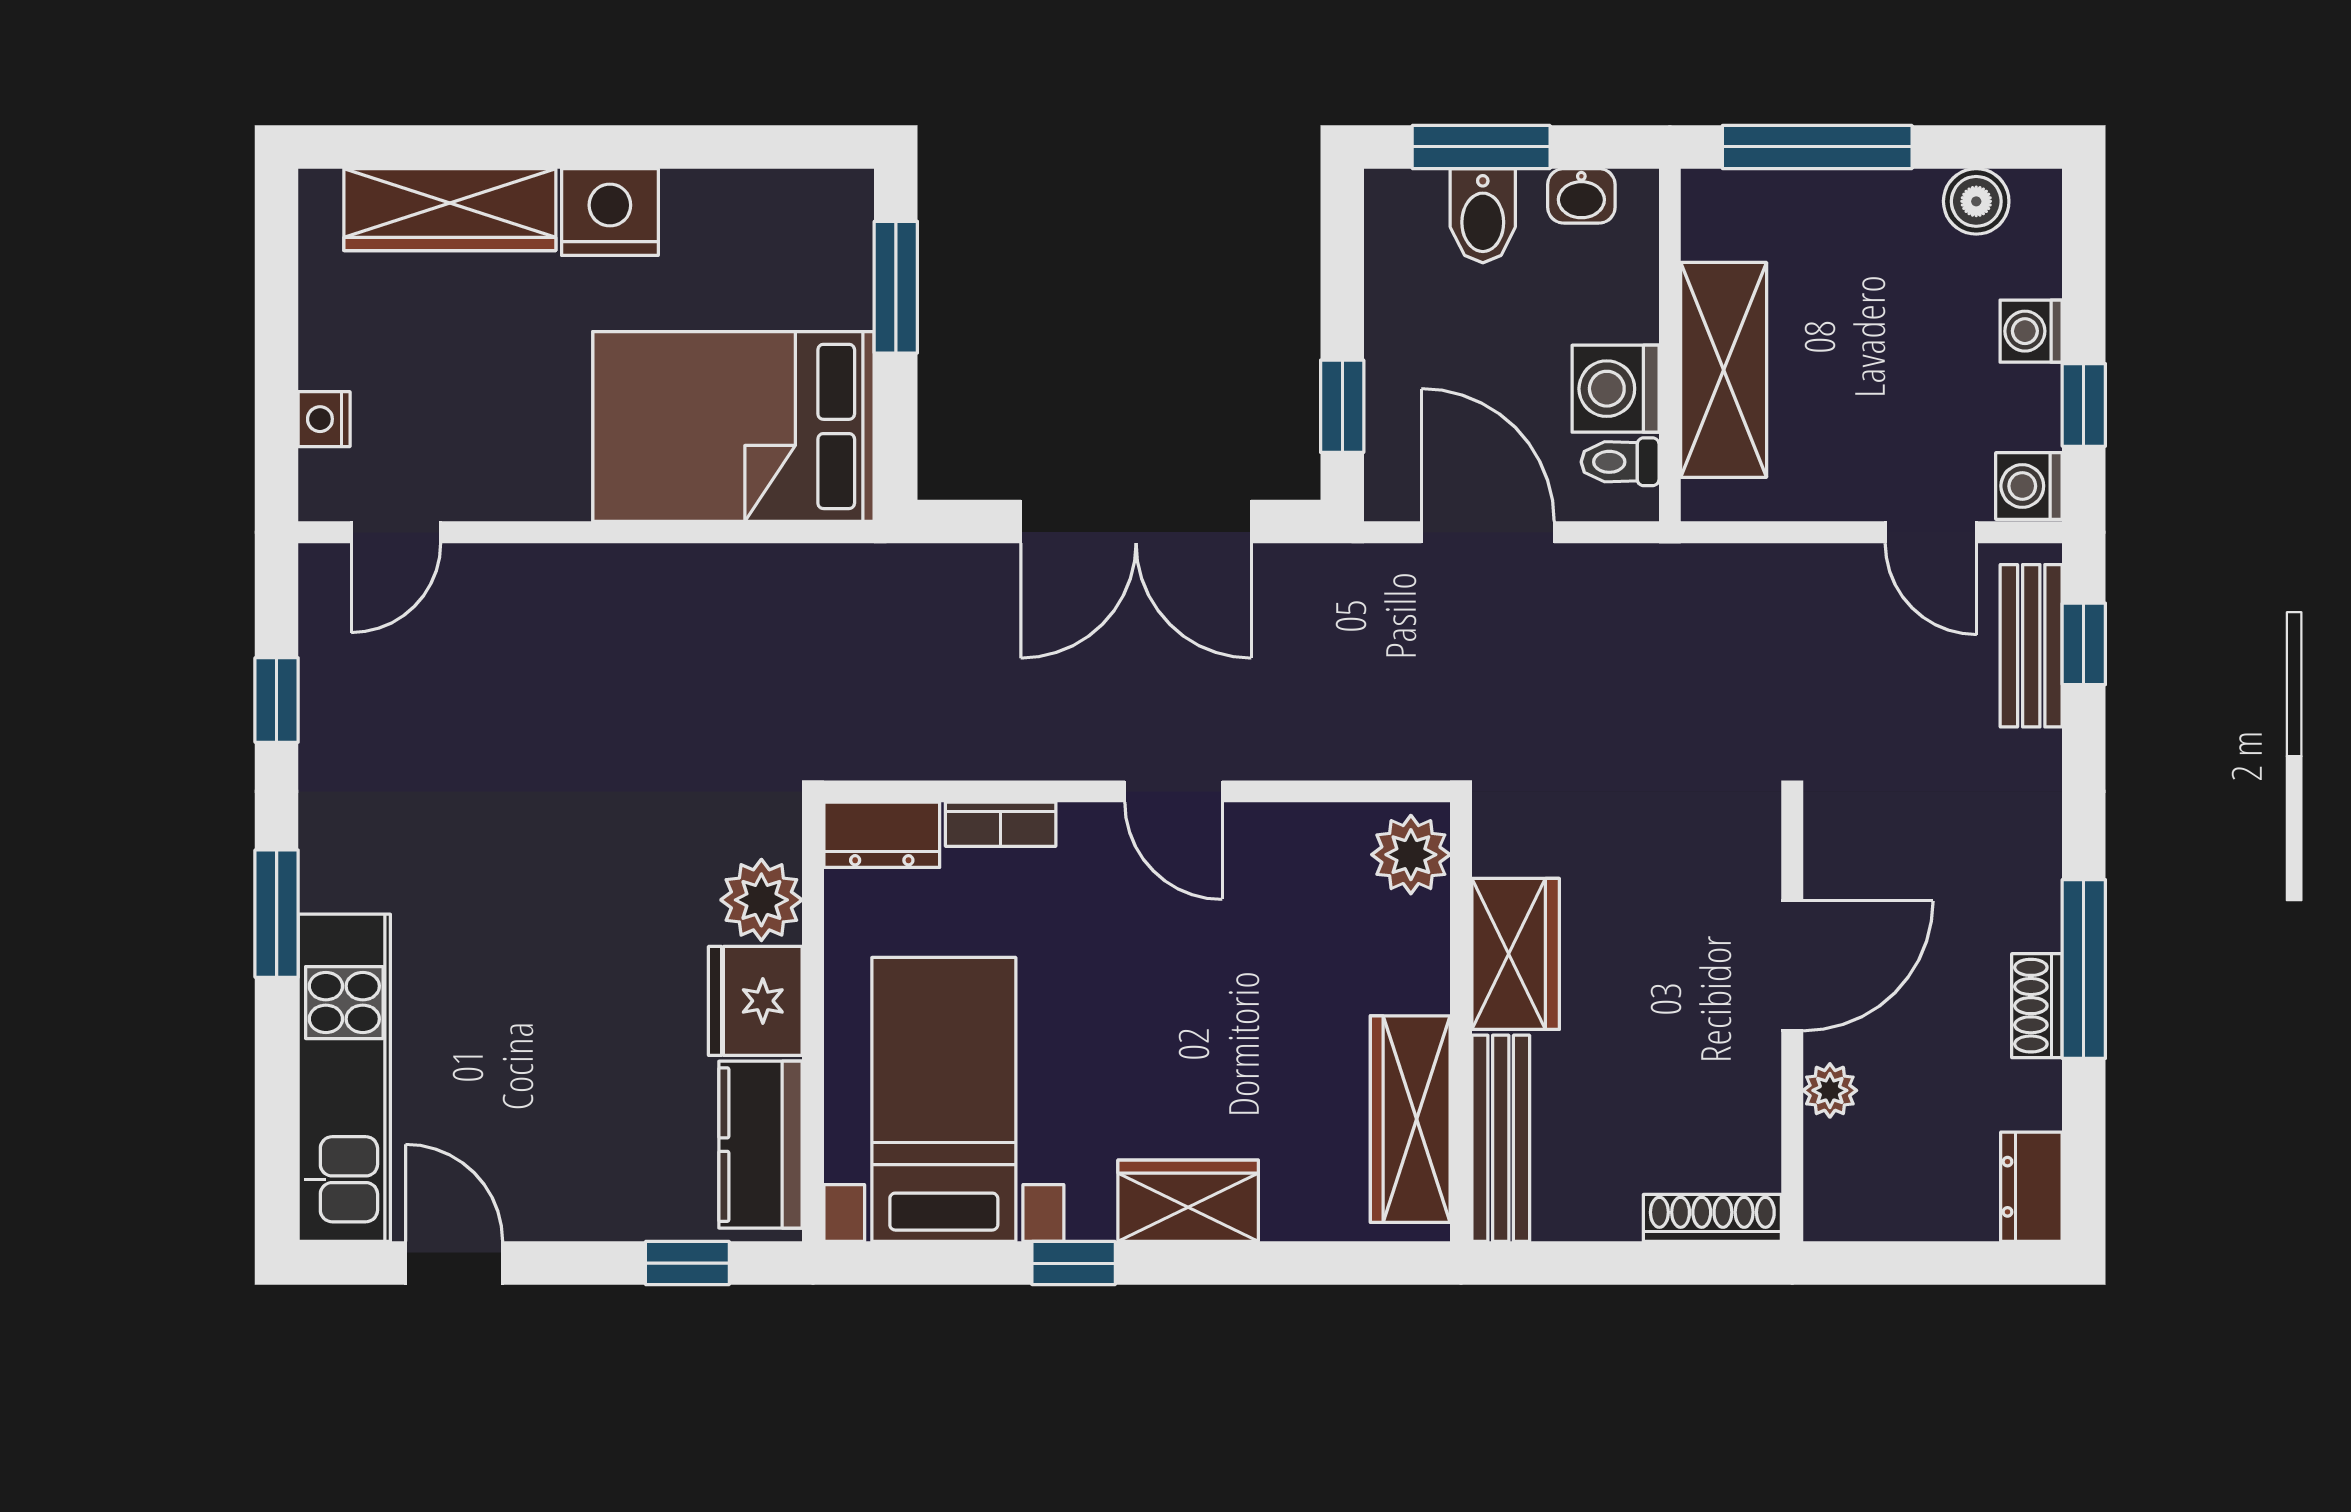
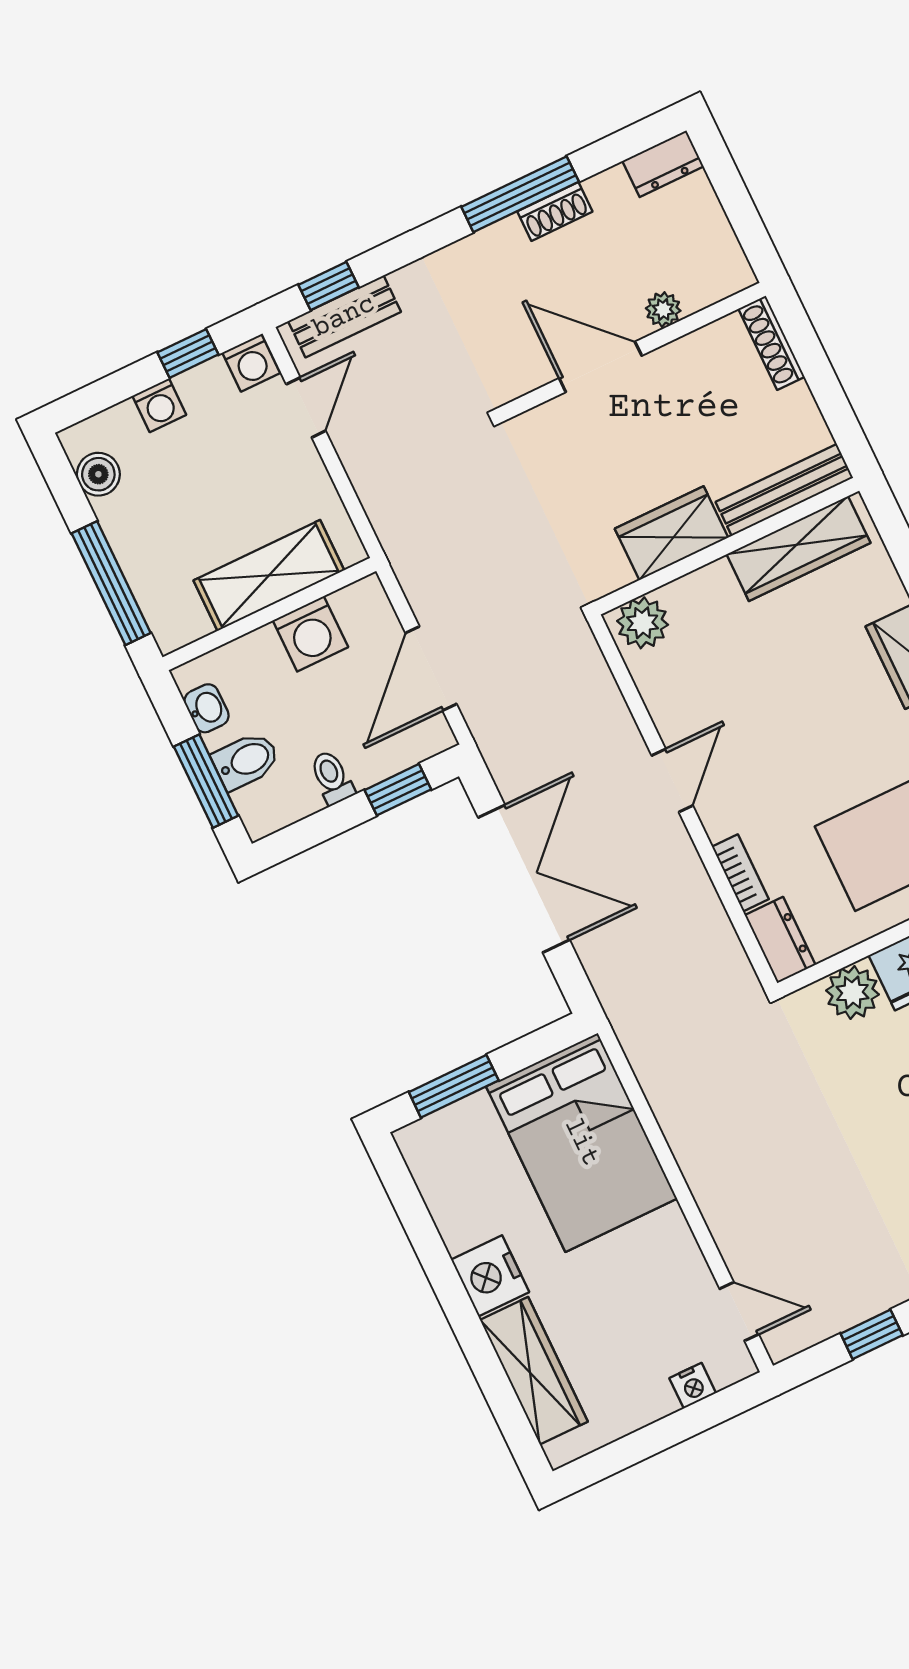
toilet: (1620, 462) -> (332, 778), moved, turned 180

